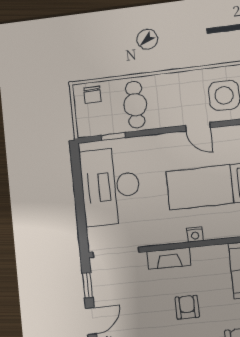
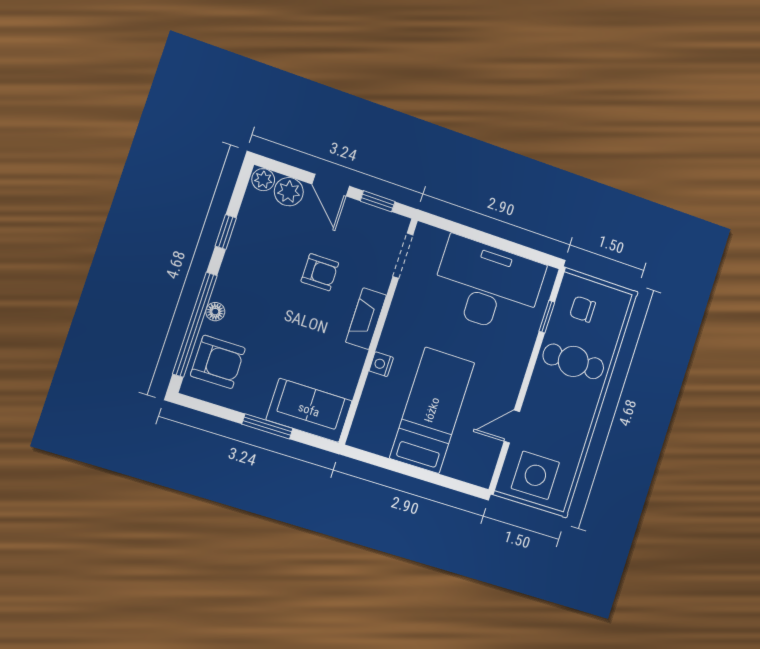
chair: (92, 95) -> (583, 309), moved
doorway: (116, 252) -> (403, 256), width x0.73
armchair: (187, 307) -> (320, 272), moved

